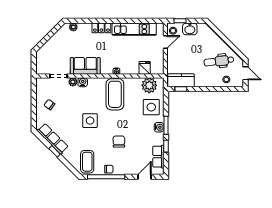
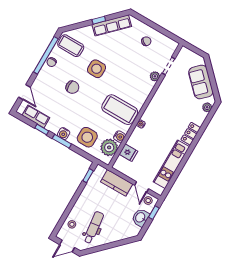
sofa: (85, 66) -> (201, 82), moved, turned 135
kitchen counter: (181, 80) -> (117, 183), moved, turned 90
water cooler: (83, 82) -> (119, 137), moved
side table: (90, 121) -> (97, 69), moved

